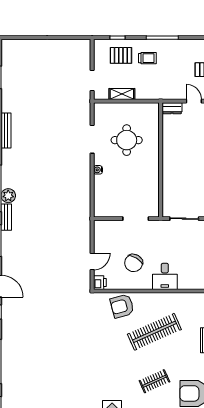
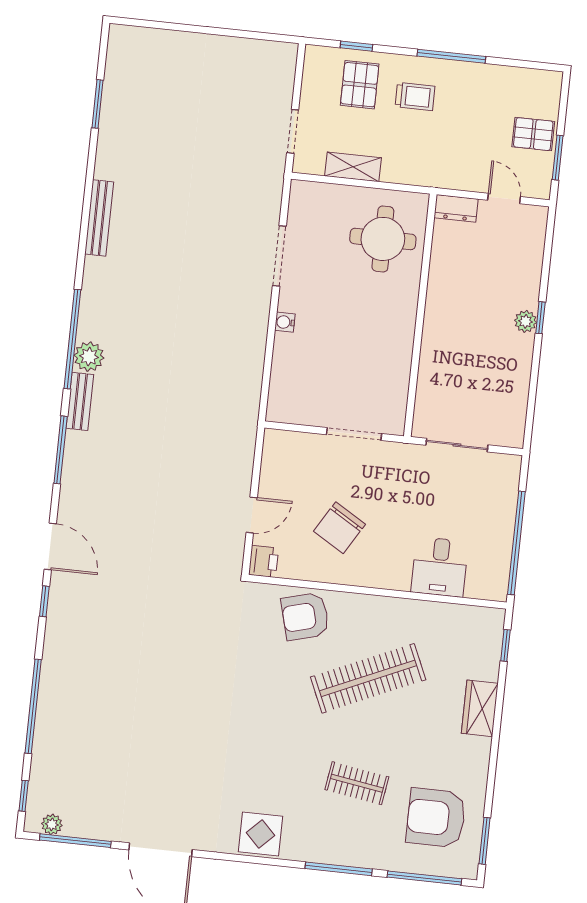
pallet: (121, 55) -> (360, 85), turned 90
round table: (127, 140) -> (383, 239), moved
desk: (165, 276) -> (440, 567), moved
clothes rail: (154, 381) -> (357, 783), turned 33

